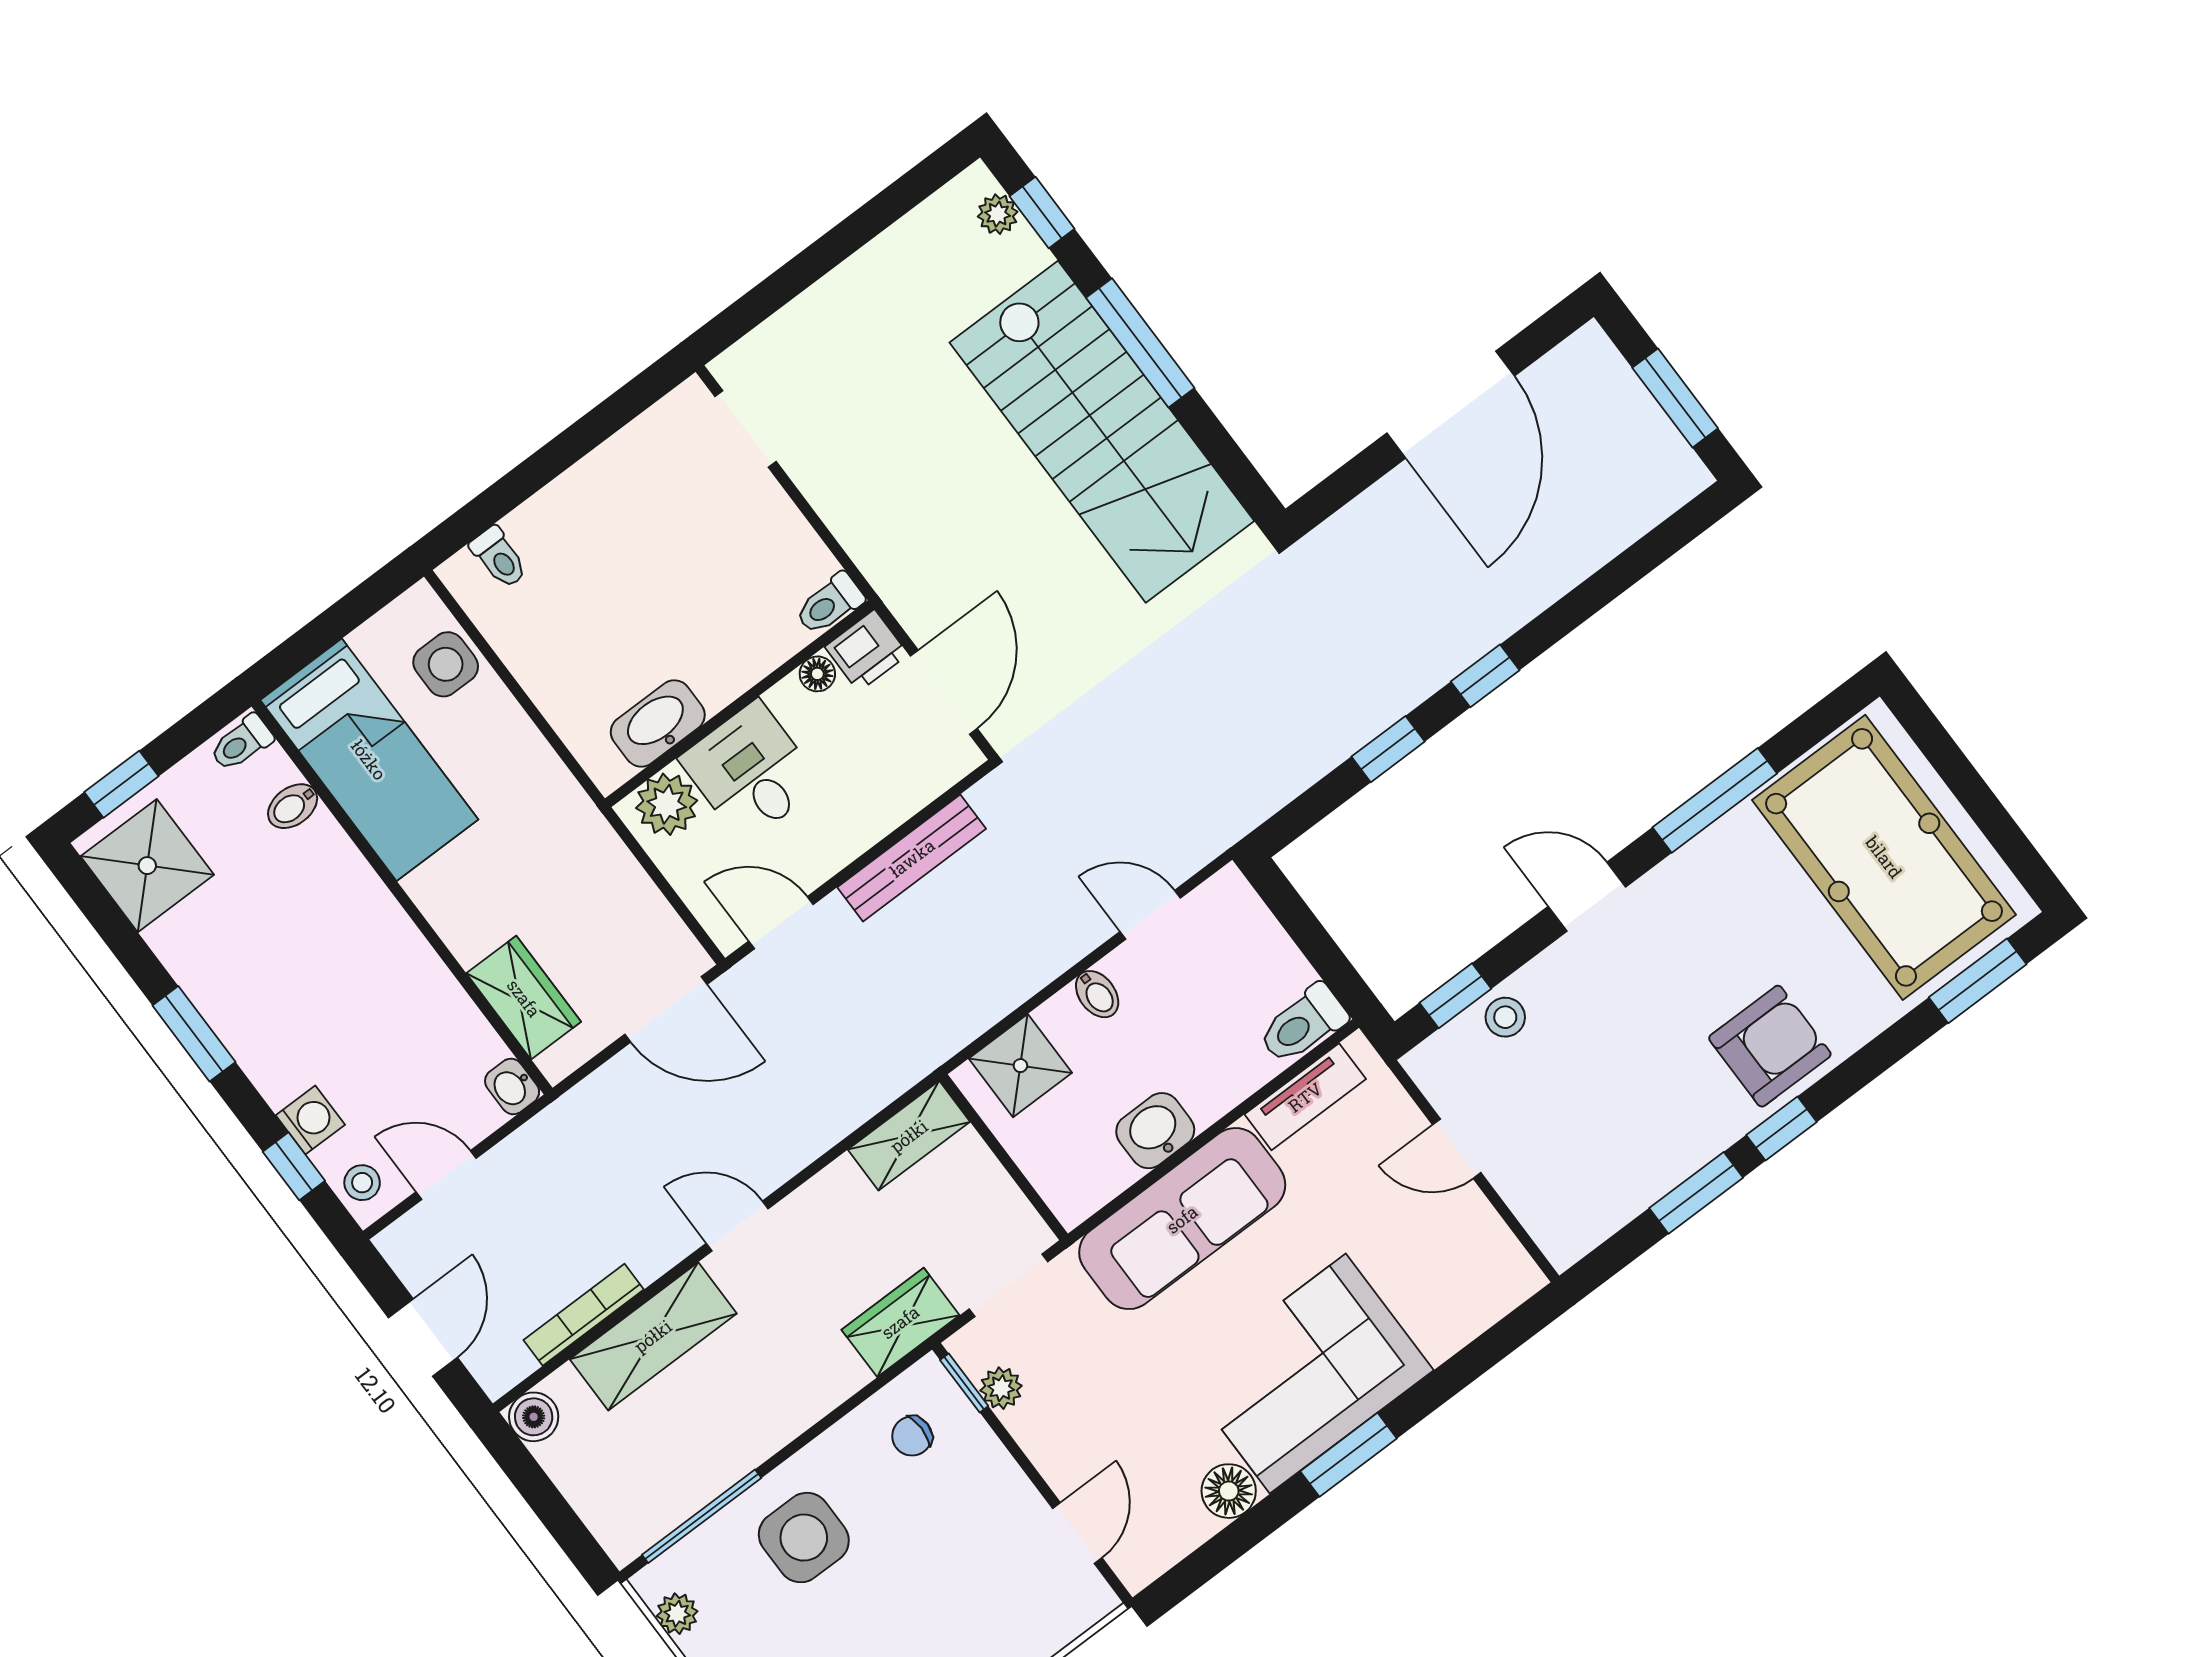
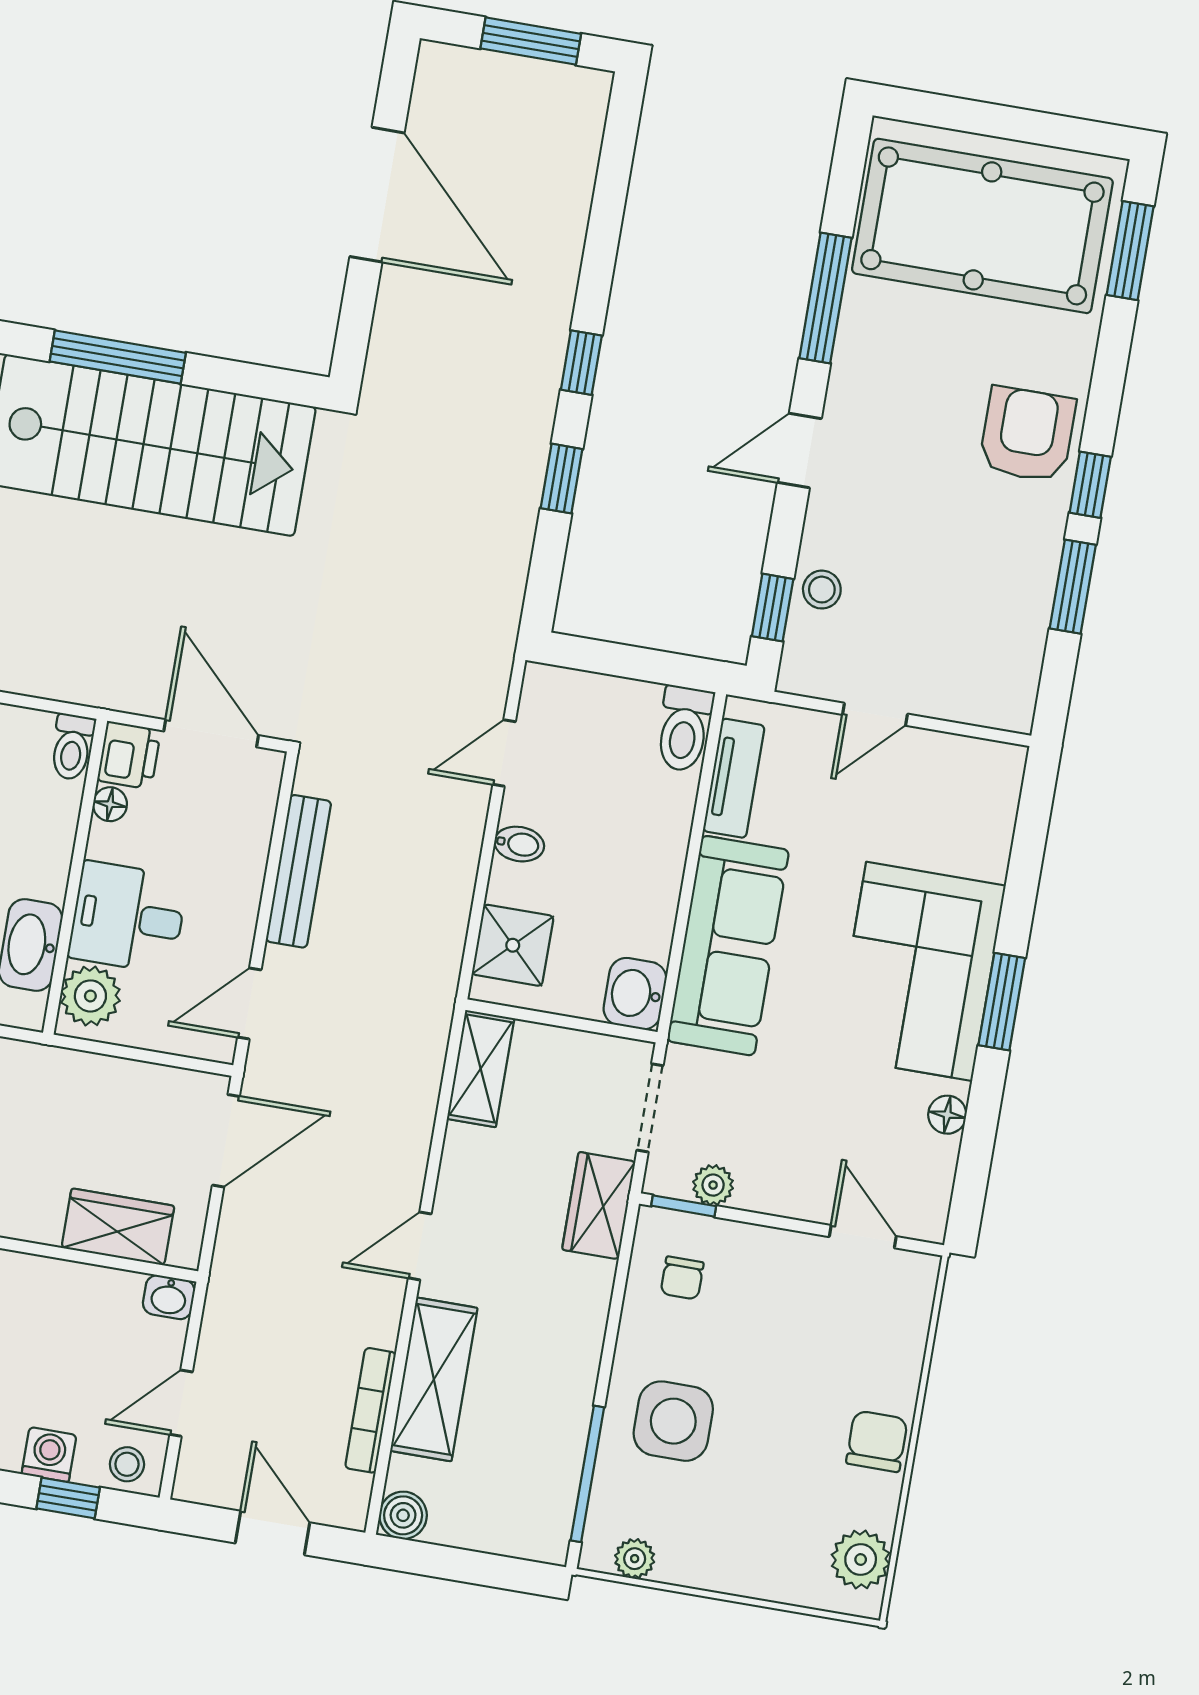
washbasin: (1155, 1131) -> (635, 994), moved
floor lamp: (1229, 1491) -> (947, 1115), width x0.73, depth x0.73

